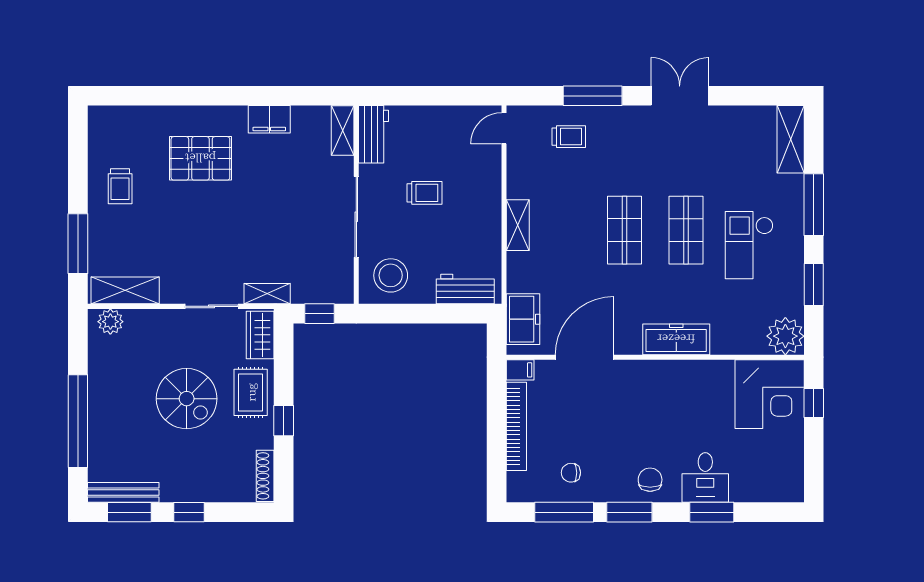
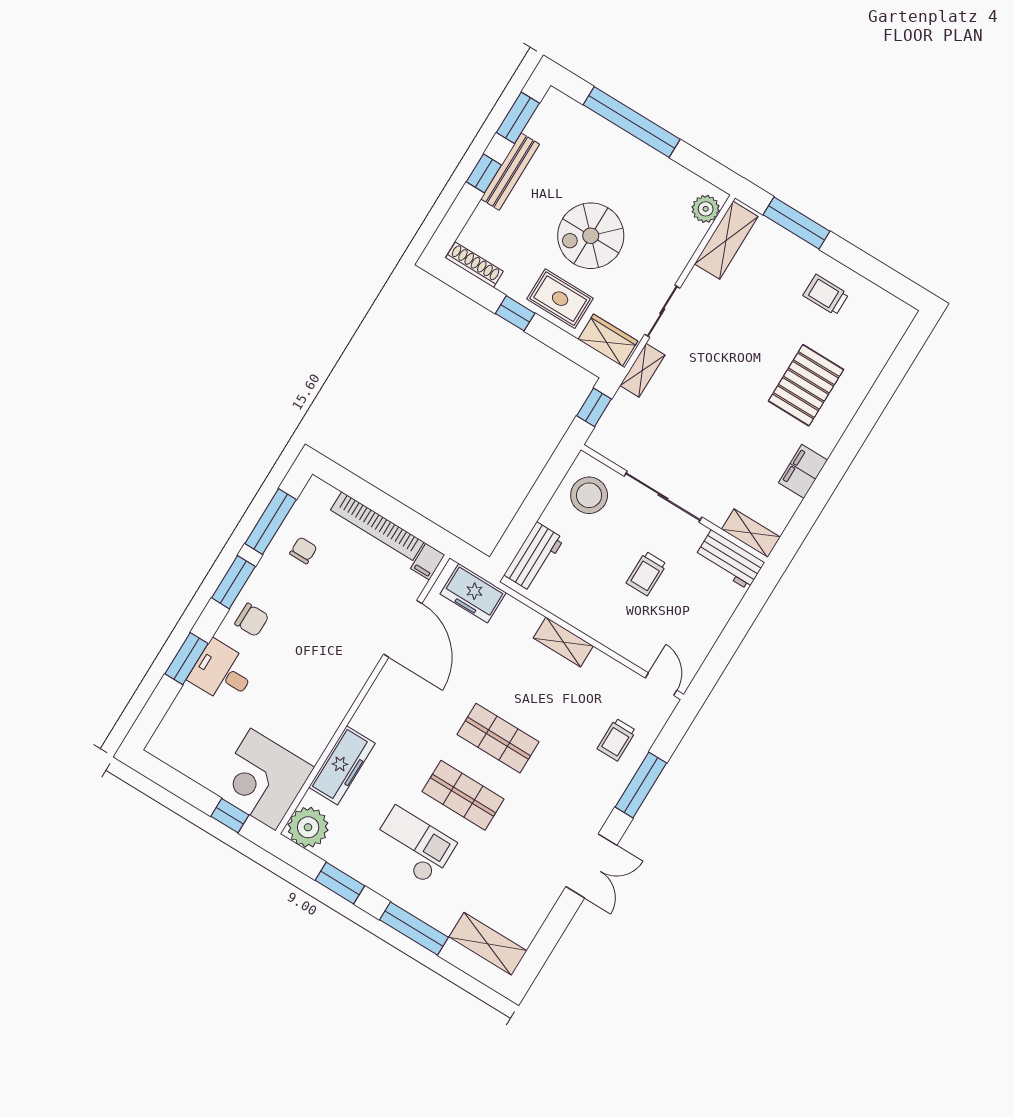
freezer: (676, 339) -> (342, 765), moved
bench: (123, 492) -> (510, 172), moved

